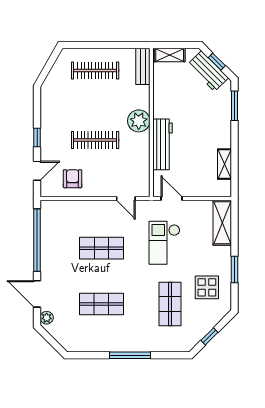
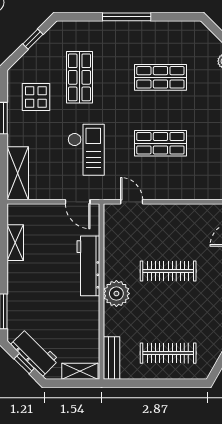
armchair: (73, 179) -> (195, 225), removed

